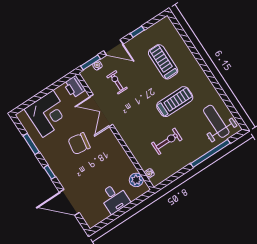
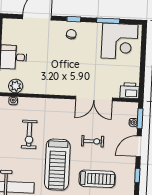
exercise bike: (117, 82) -> (93, 141), moved
treadmill: (175, 102) -> (57, 165), width x1.37, depth x1.37
double door: (101, 111) -> (94, 99), swing flipped
corner desk: (48, 114) -> (120, 41), moved, turned -90
chair: (79, 144) -> (71, 34), moved, width x0.54, depth x0.54

